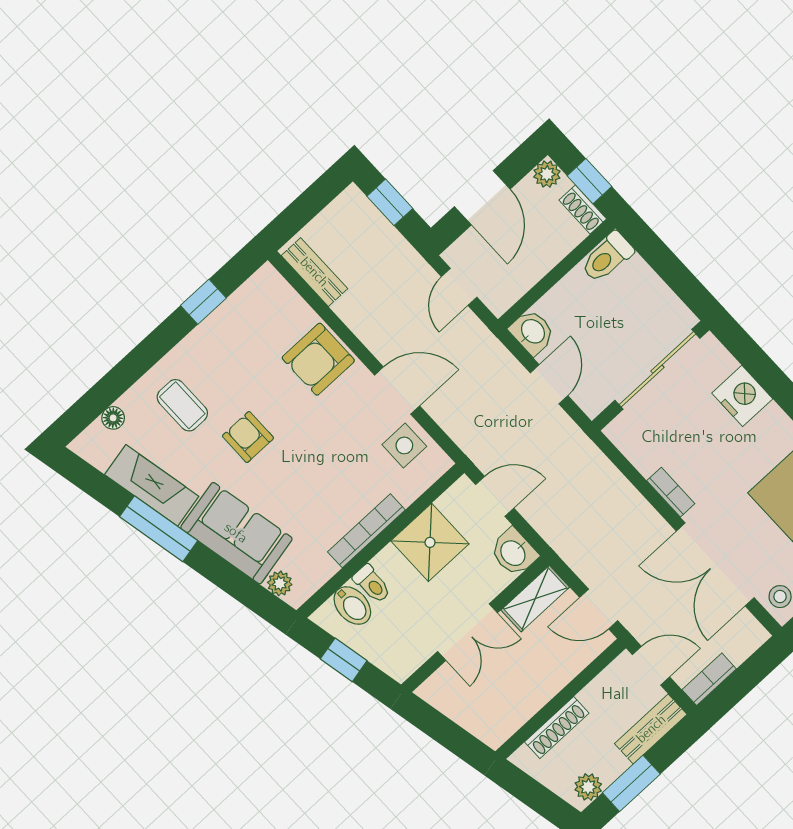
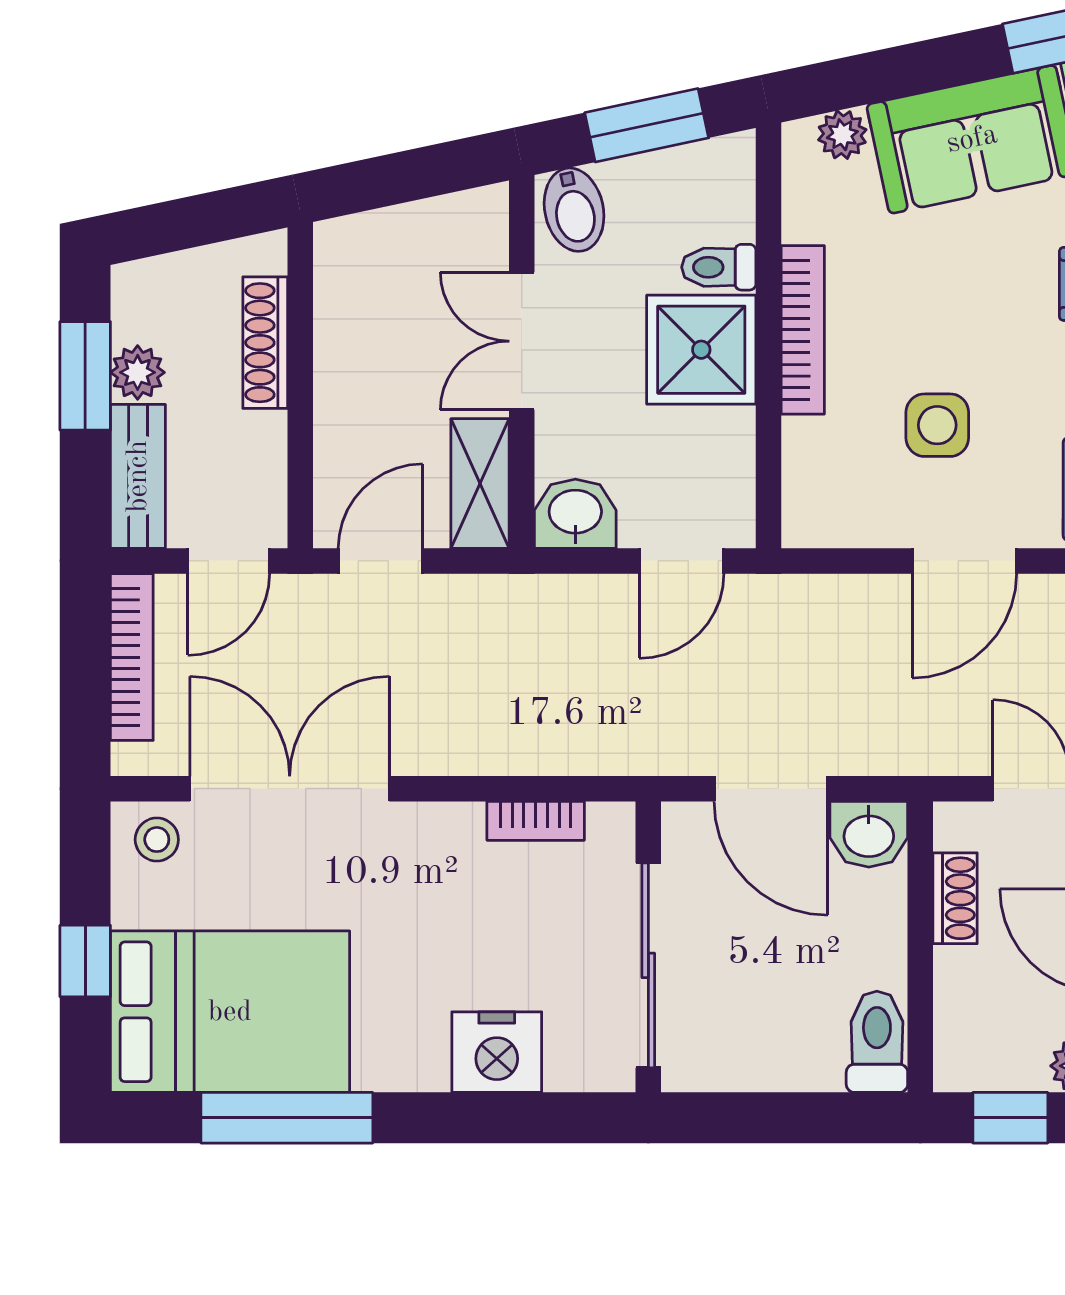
shoe rack: (583, 209) -> (955, 898), moved, turned 90
door: (549, 384) -> (771, 789), width x1.38
side table: (404, 445) -> (937, 425), moved
bookcase: (671, 492) -> (536, 821), moved
shower: (430, 542) -> (701, 350), moved
bidet: (352, 605) -> (574, 210), moved, turned -102
window: (344, 660) -> (647, 125), width x1.50
bookcase: (709, 679) -> (132, 657), width x1.56
plant: (588, 787) -> (138, 372), moved

